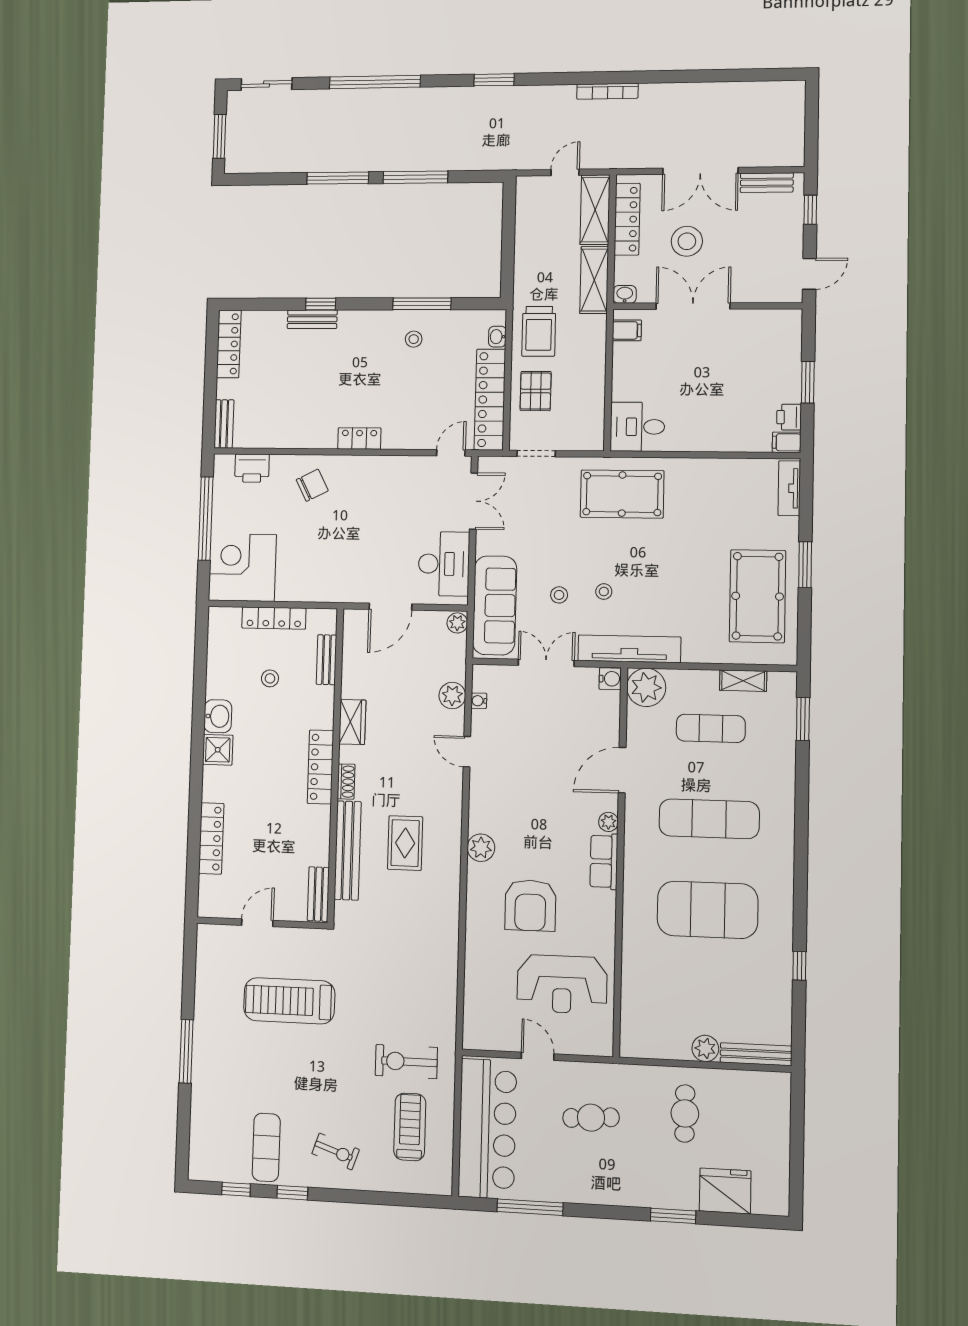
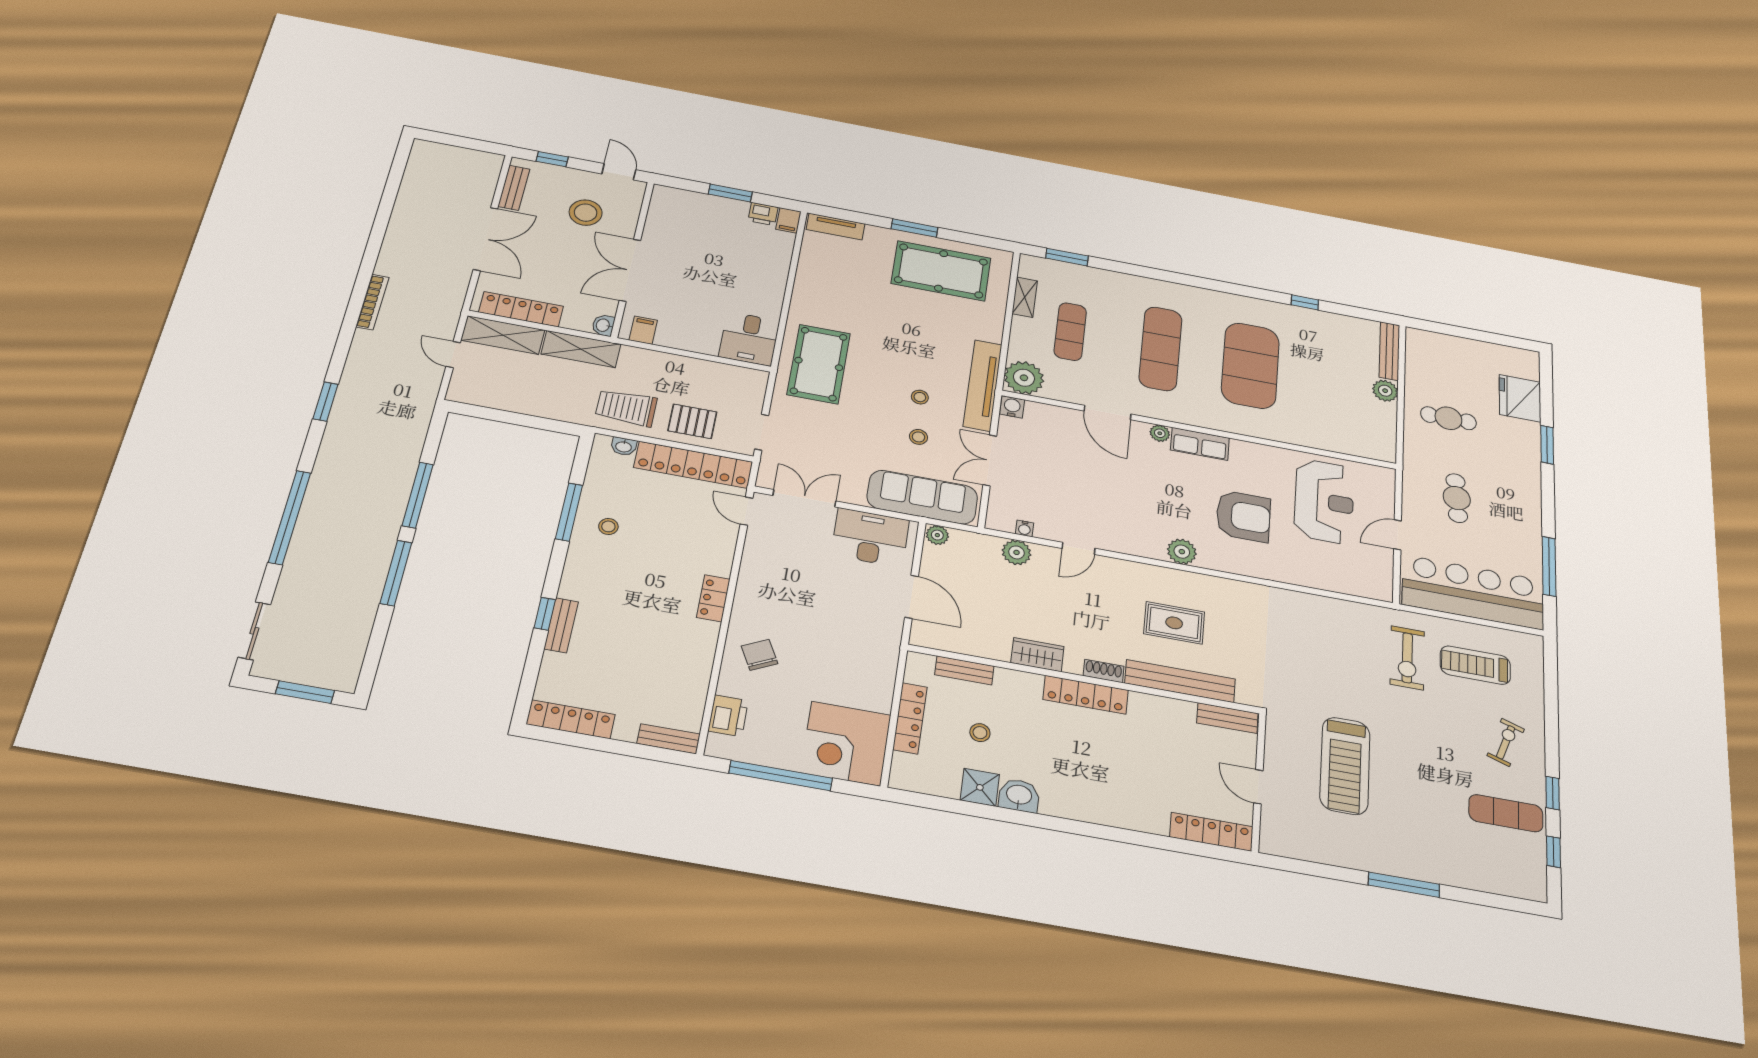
stool: (687, 241) -> (586, 213), moved
trolley: (539, 331) -> (626, 408), turned 180
shower: (218, 750) -> (980, 787), moved
locker: (211, 838) -> (1211, 832), moved

